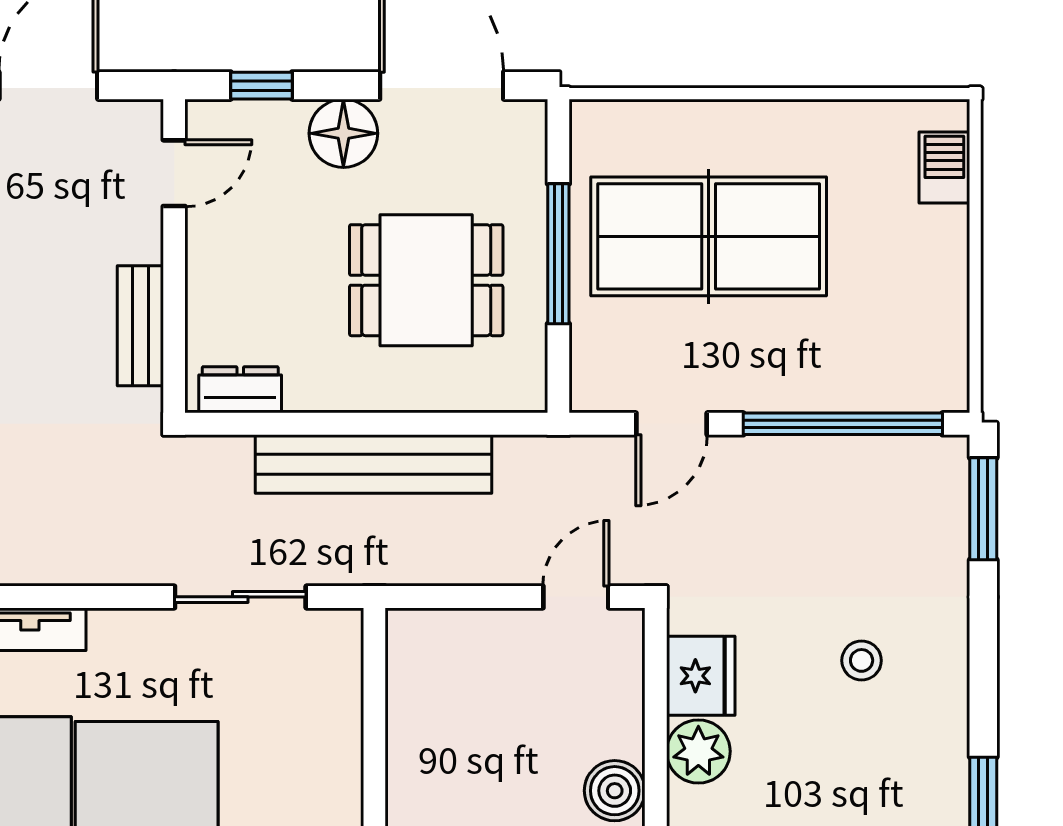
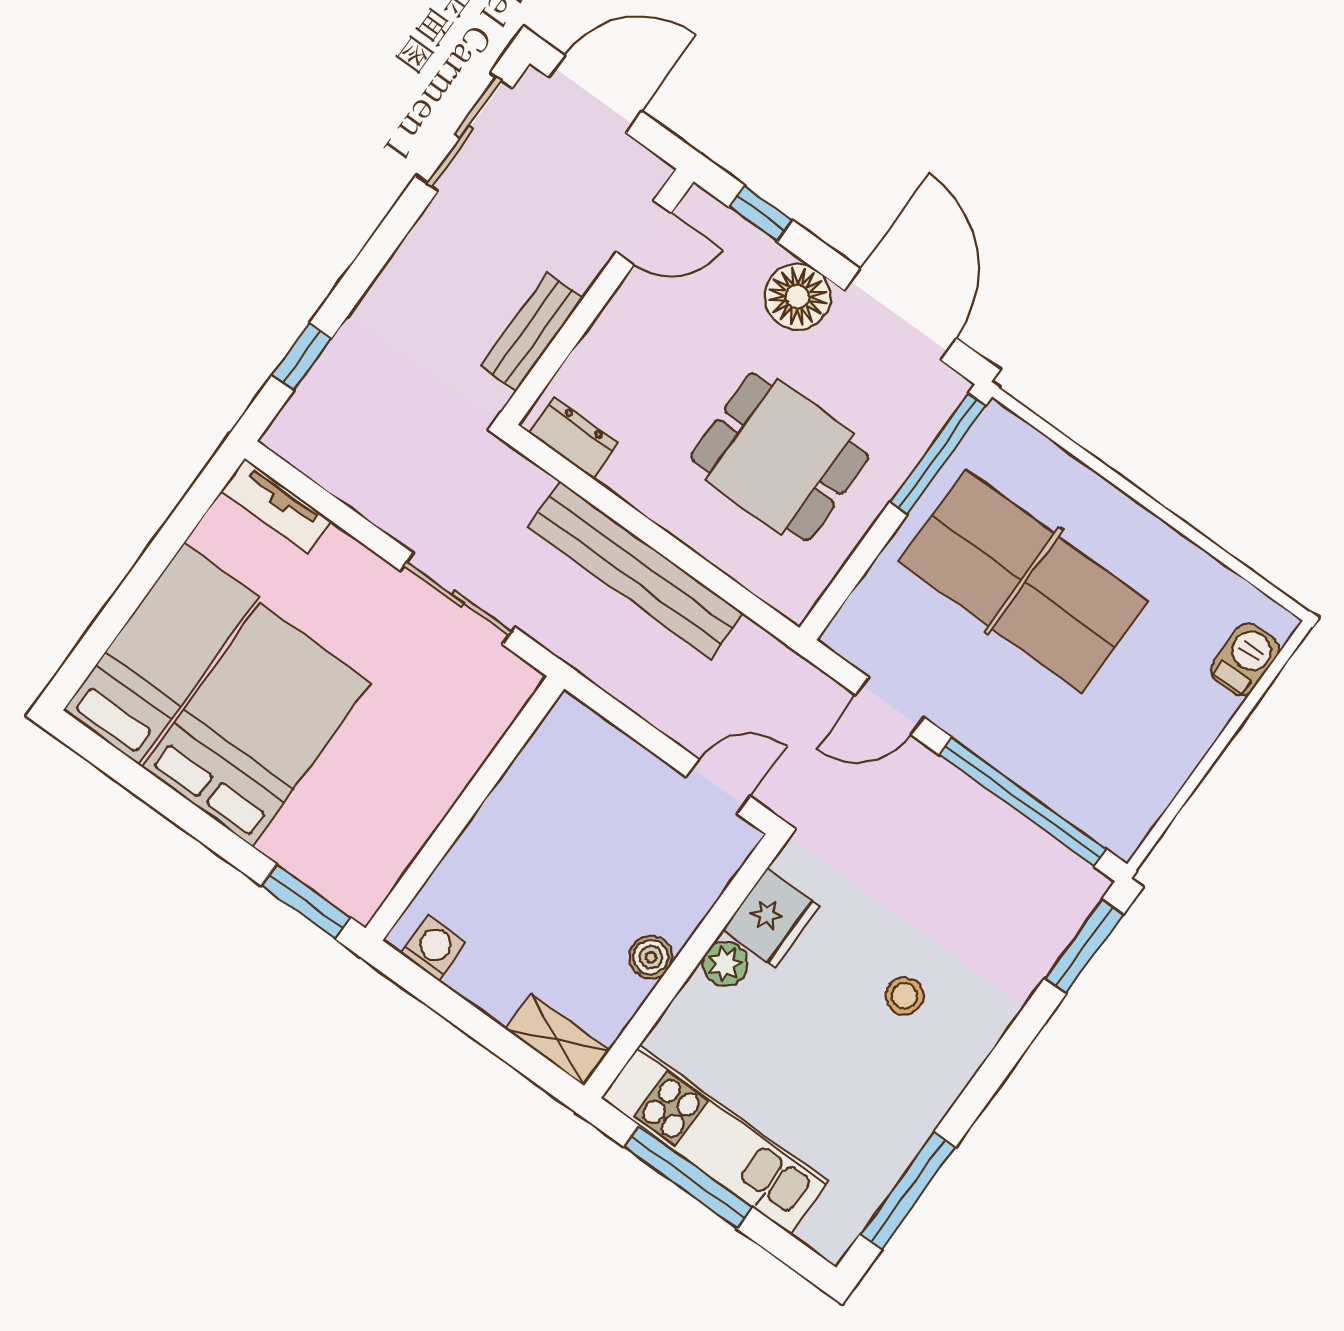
window: (558, 254) -> (938, 454), moved
plant: (698, 751) -> (725, 964), width x0.73, depth x0.73
boiler: (615, 791) -> (651, 957), width x0.73, depth x0.73

